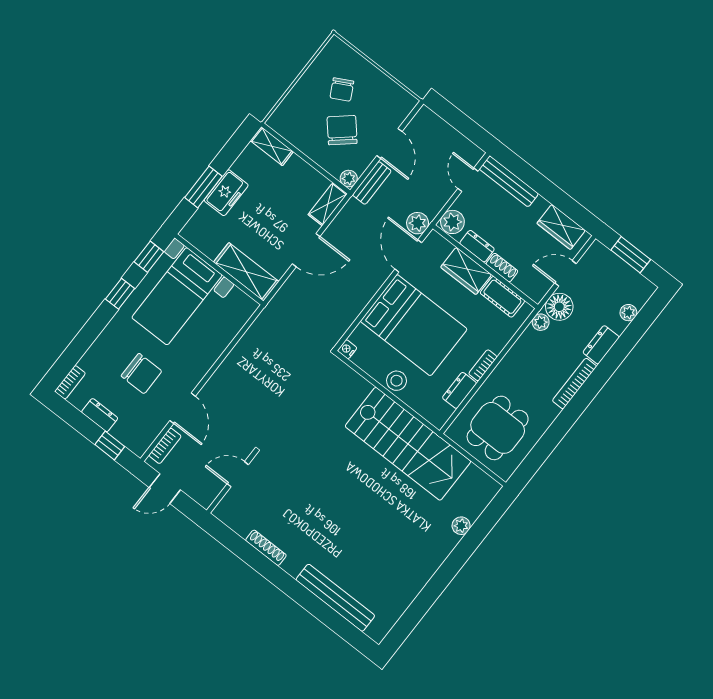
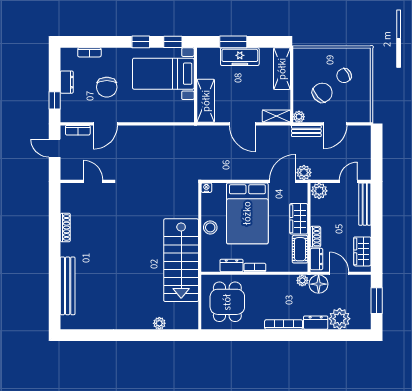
shelving: (272, 146) -> (282, 69), width x1.50, depth x1.33
freezer: (226, 193) -> (240, 57), width x1.40
dresser: (477, 246) -> (317, 259), moved
plant: (628, 313) -> (340, 319), width x1.88, depth x1.88
bookcase: (70, 382) -> (89, 52), moved
dining table: (498, 428) -> (227, 302), turned 90

